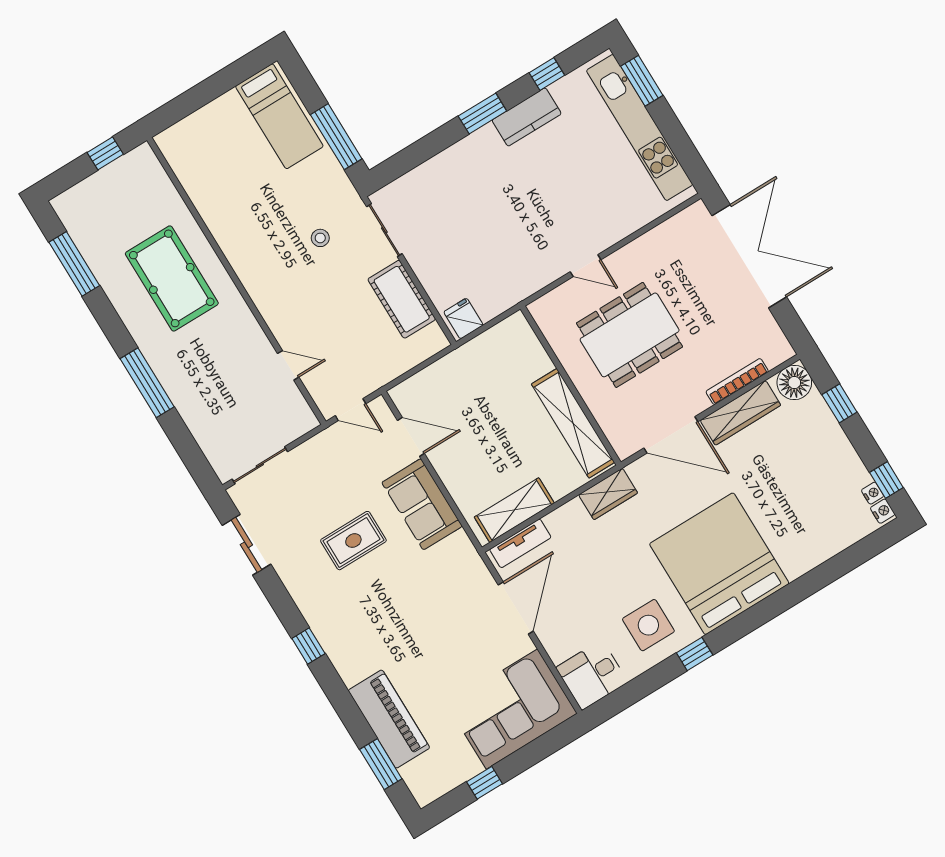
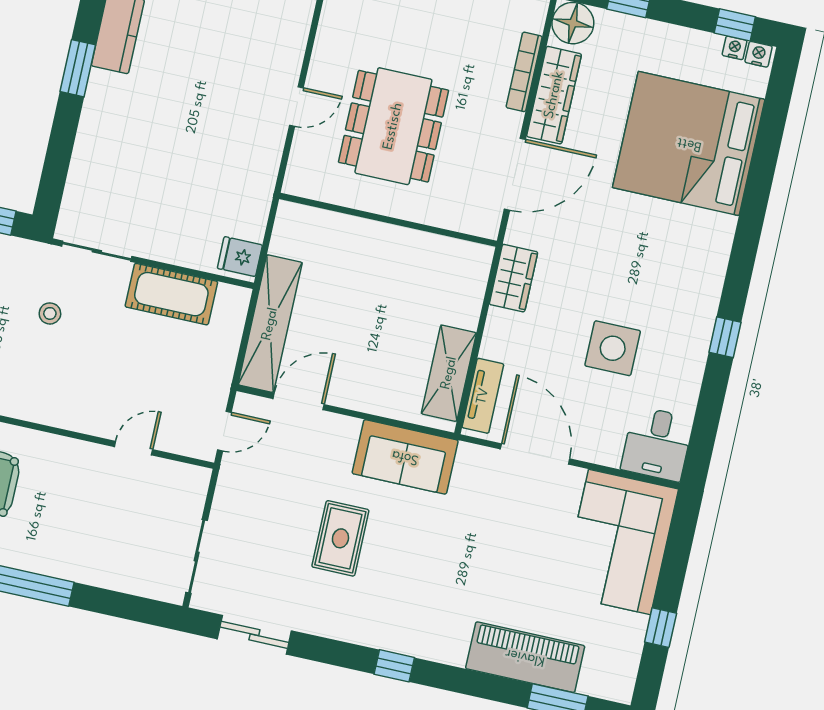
shelving: (573, 423) -> (270, 324), moved, turned 90
sofa: (422, 504) -> (405, 457), moved
bed: (719, 564) -> (689, 144), moved
side table: (648, 625) -> (613, 348), moved

